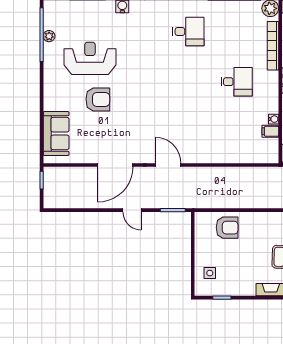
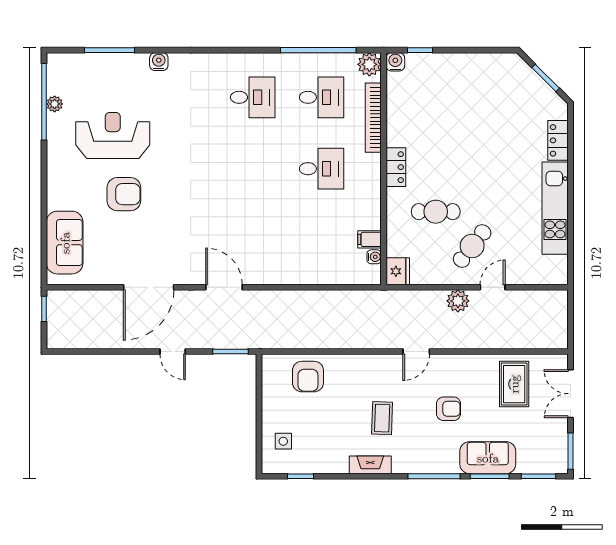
desk: (237, 31) -> (322, 97), added
water cooler: (274, 119) -> (374, 257), moved
armchair: (227, 228) -> (308, 377), turned 90

